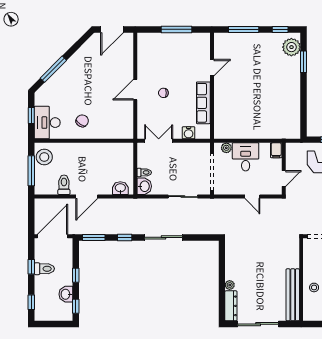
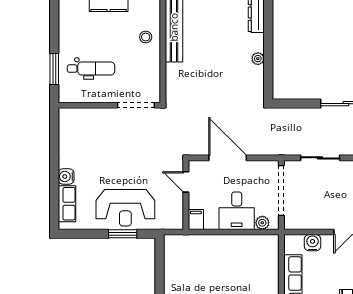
door: (284, 179) -> (186, 182), hinge flipped
door: (252, 197) -> (228, 158), width x1.87
plant: (230, 285) -> (258, 59), moved

